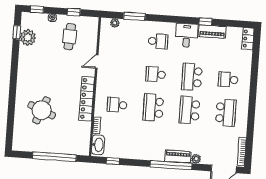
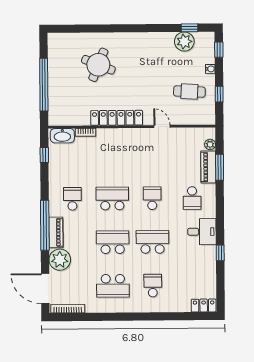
piano: (212, 31) -> (208, 167), moved
school desk: (117, 105) -> (72, 199), moved
plant: (196, 159) -> (60, 260), width x1.88, depth x1.88

